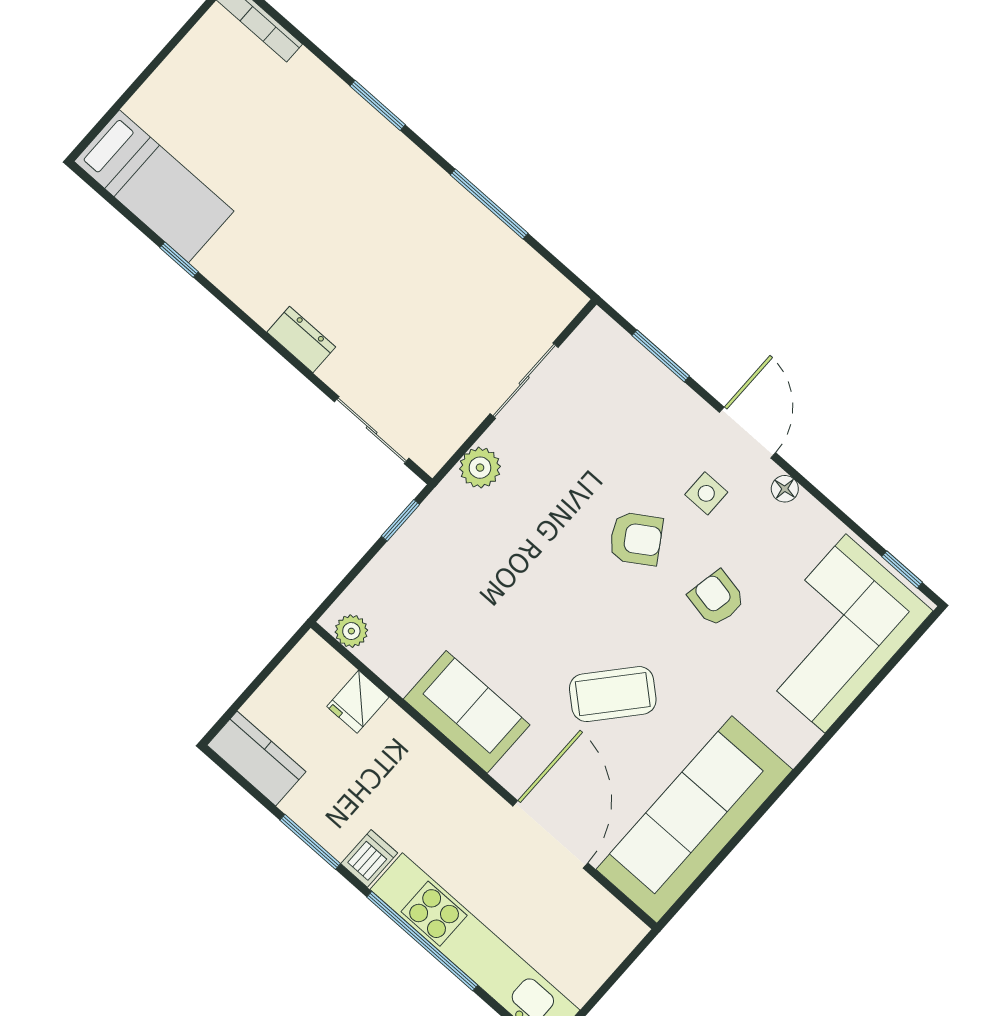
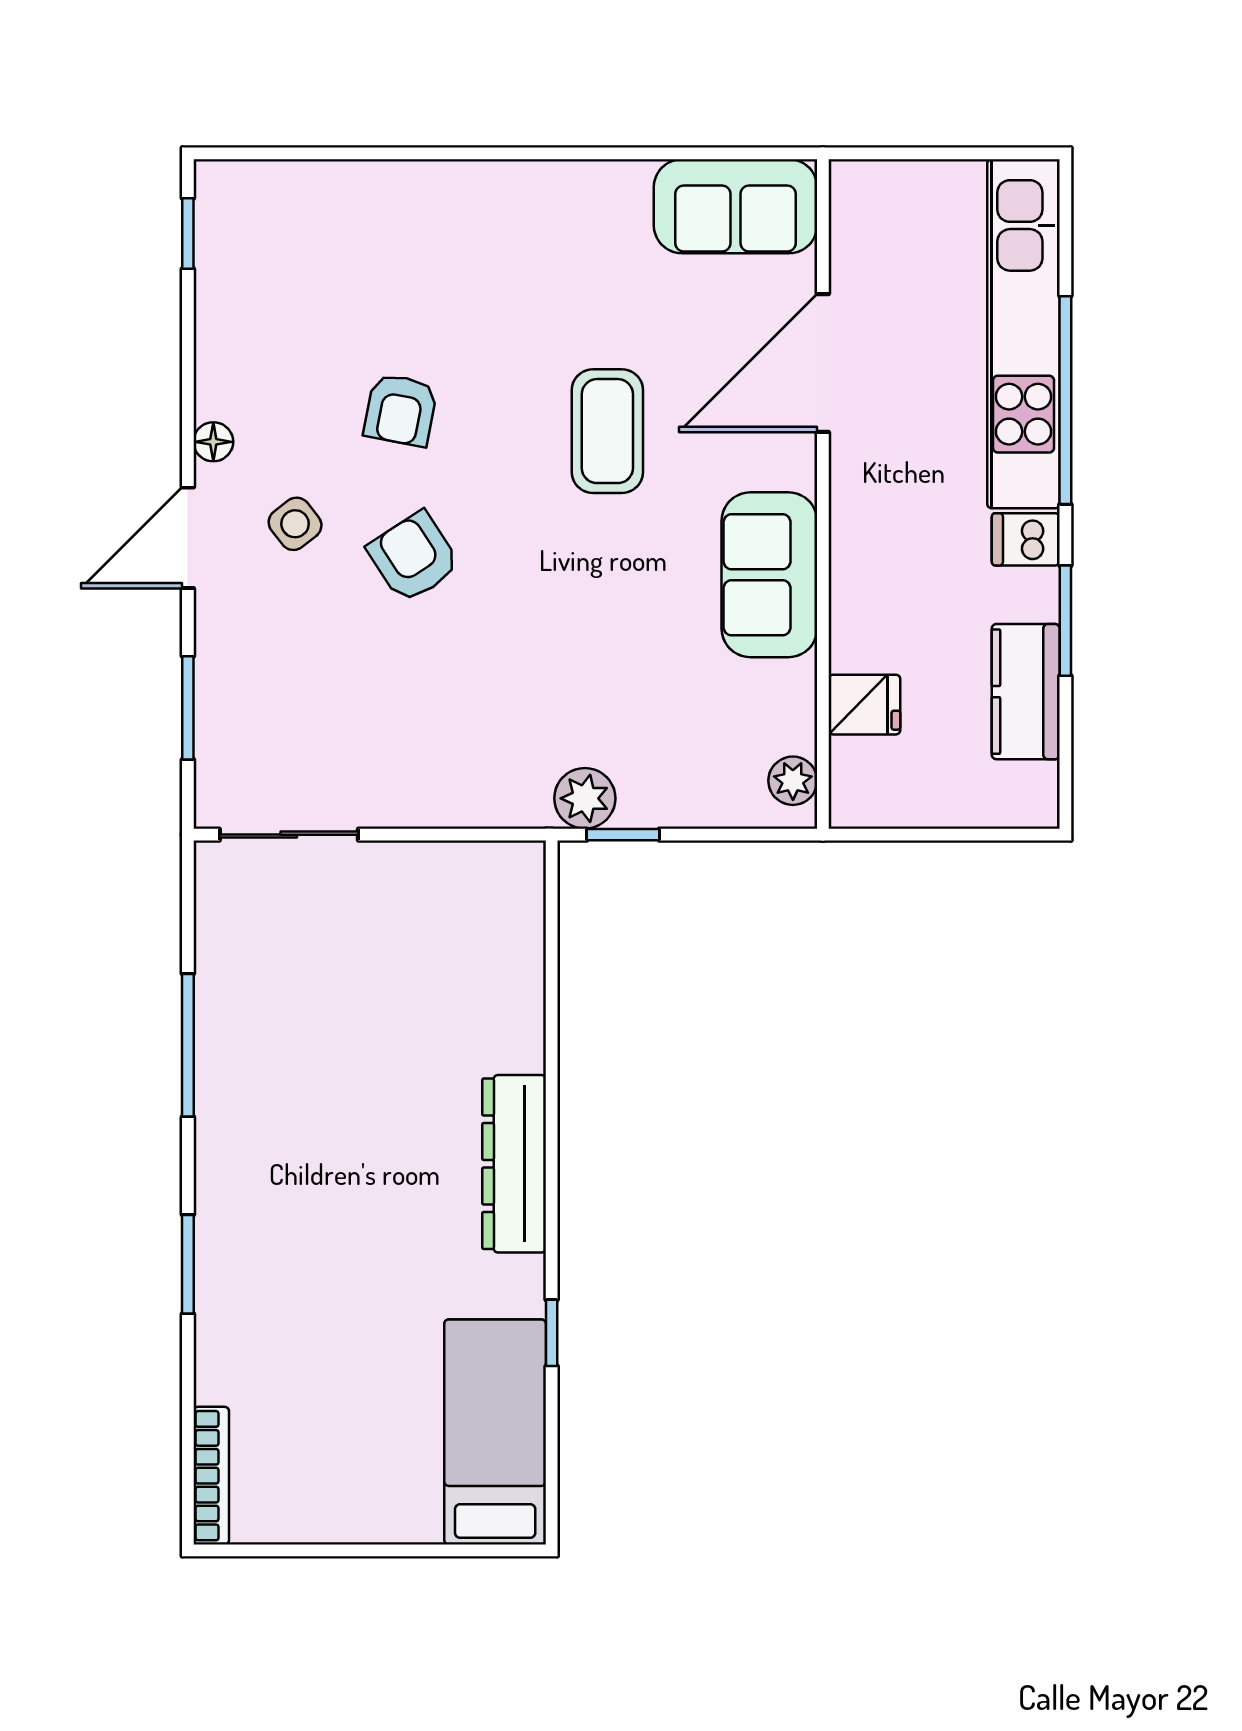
dresser: (301, 340) -> (514, 1164), width x1.96, depth x1.24
sliding door: (524, 381) -> (289, 835), moved
sliding door: (372, 430) -> (552, 954), removed
plant: (480, 468) -> (585, 798), moved
side table: (706, 493) -> (295, 524), turned -38
corner sofa: (835, 633) -> (324, 245), removed
coffee table: (613, 694) -> (607, 431), turned 49
kitchen counter: (256, 758) -> (1026, 692), moved
sofa: (694, 819) -> (736, 206), width x0.54, depth x0.79

